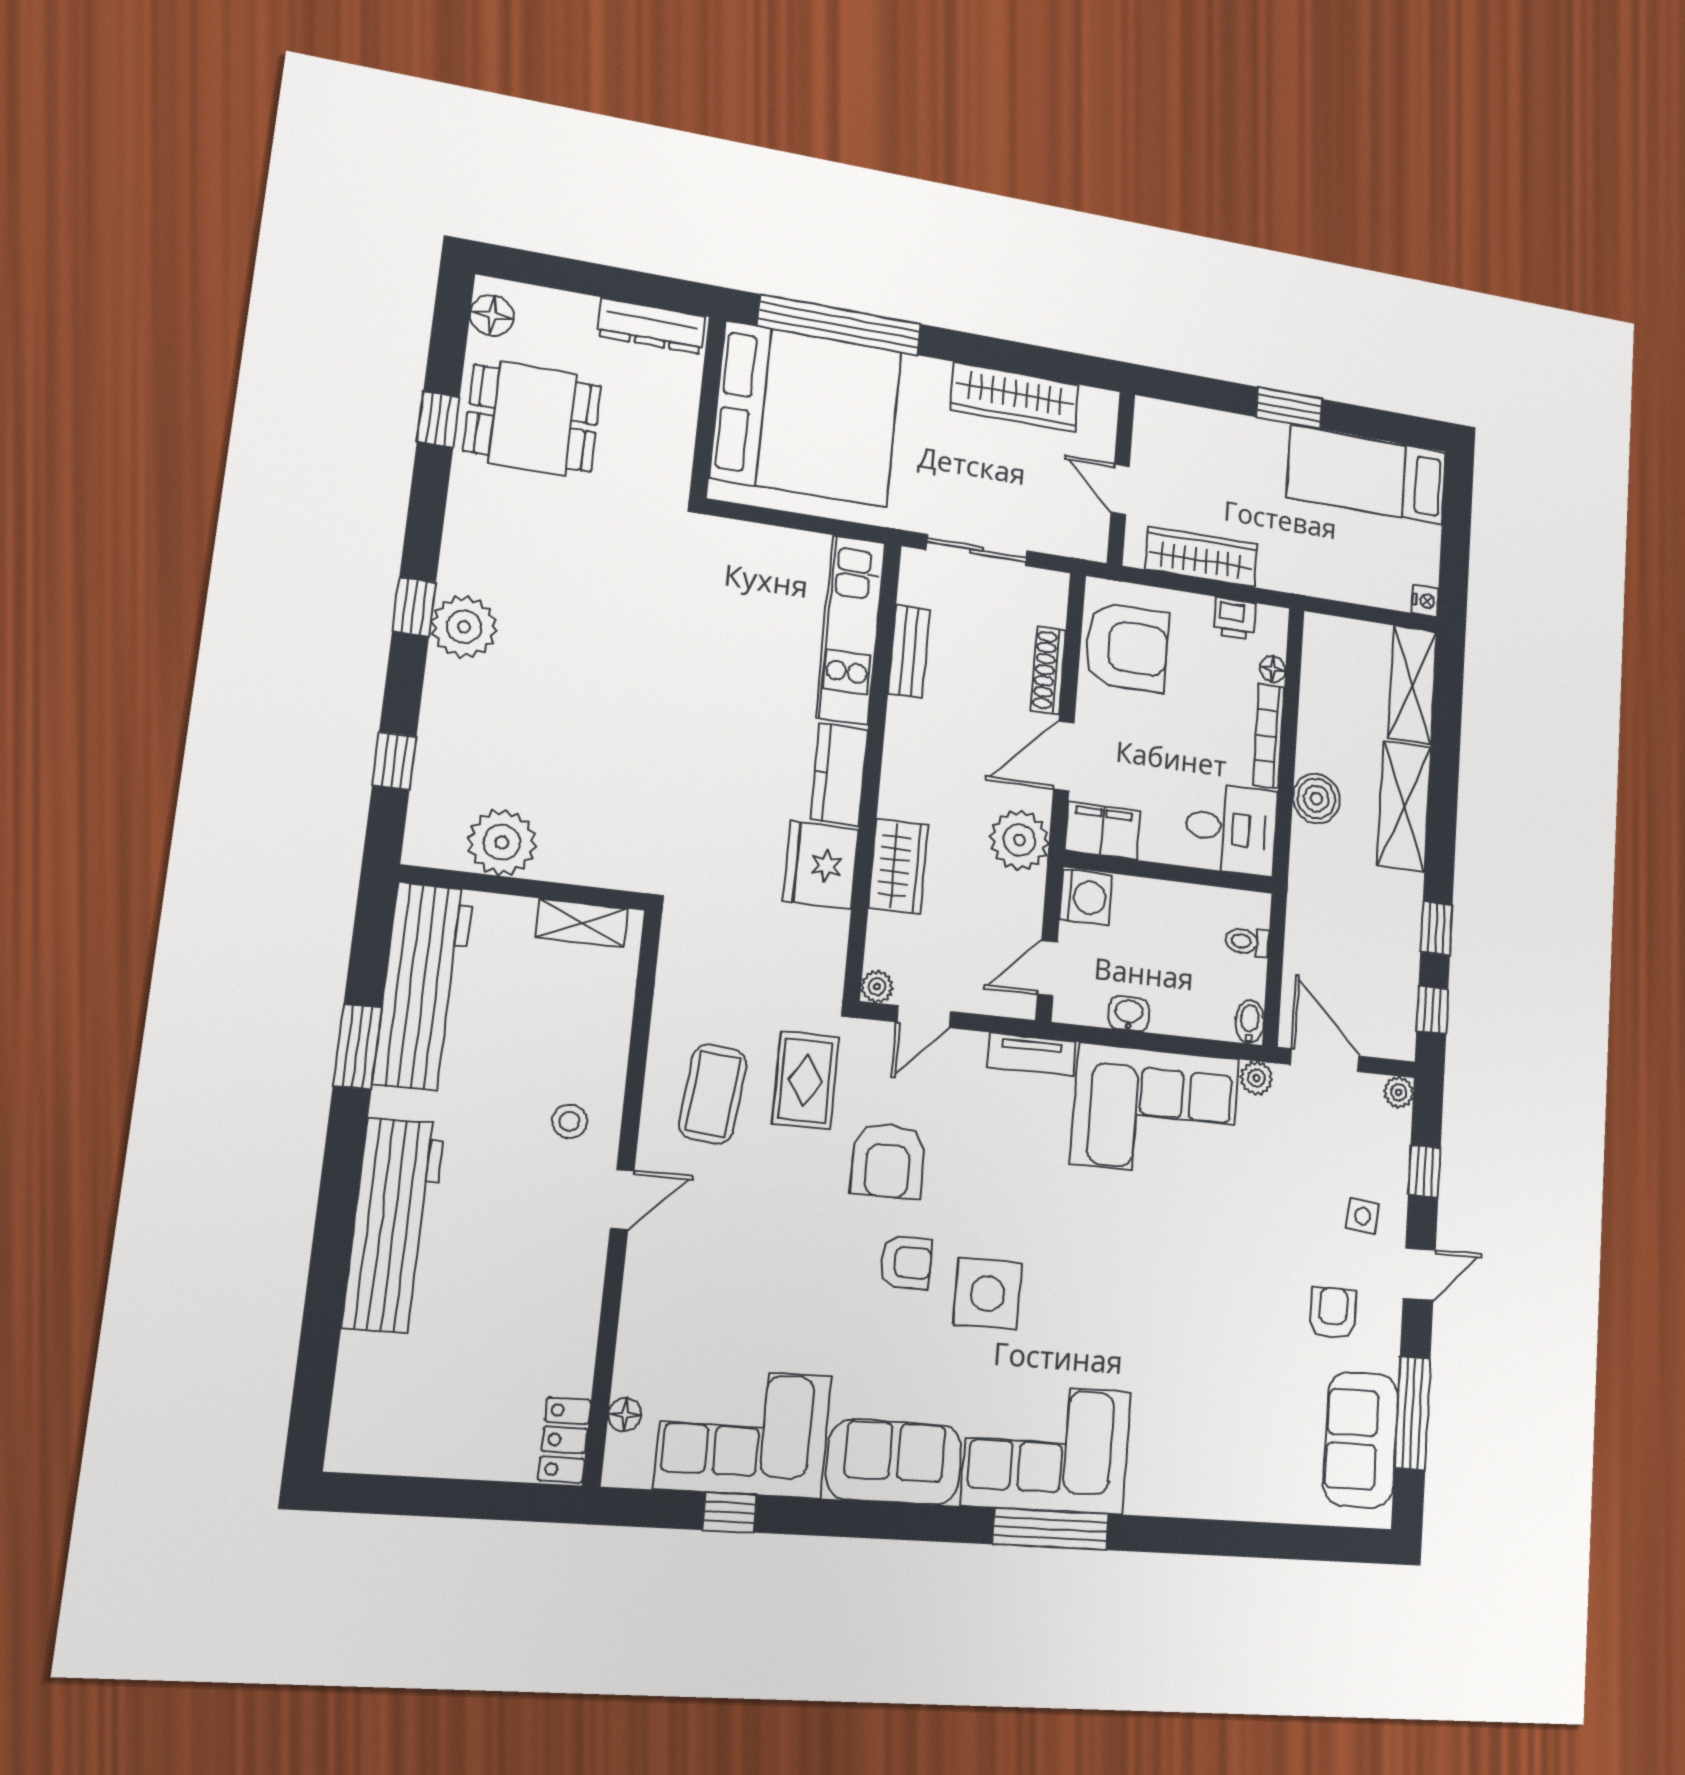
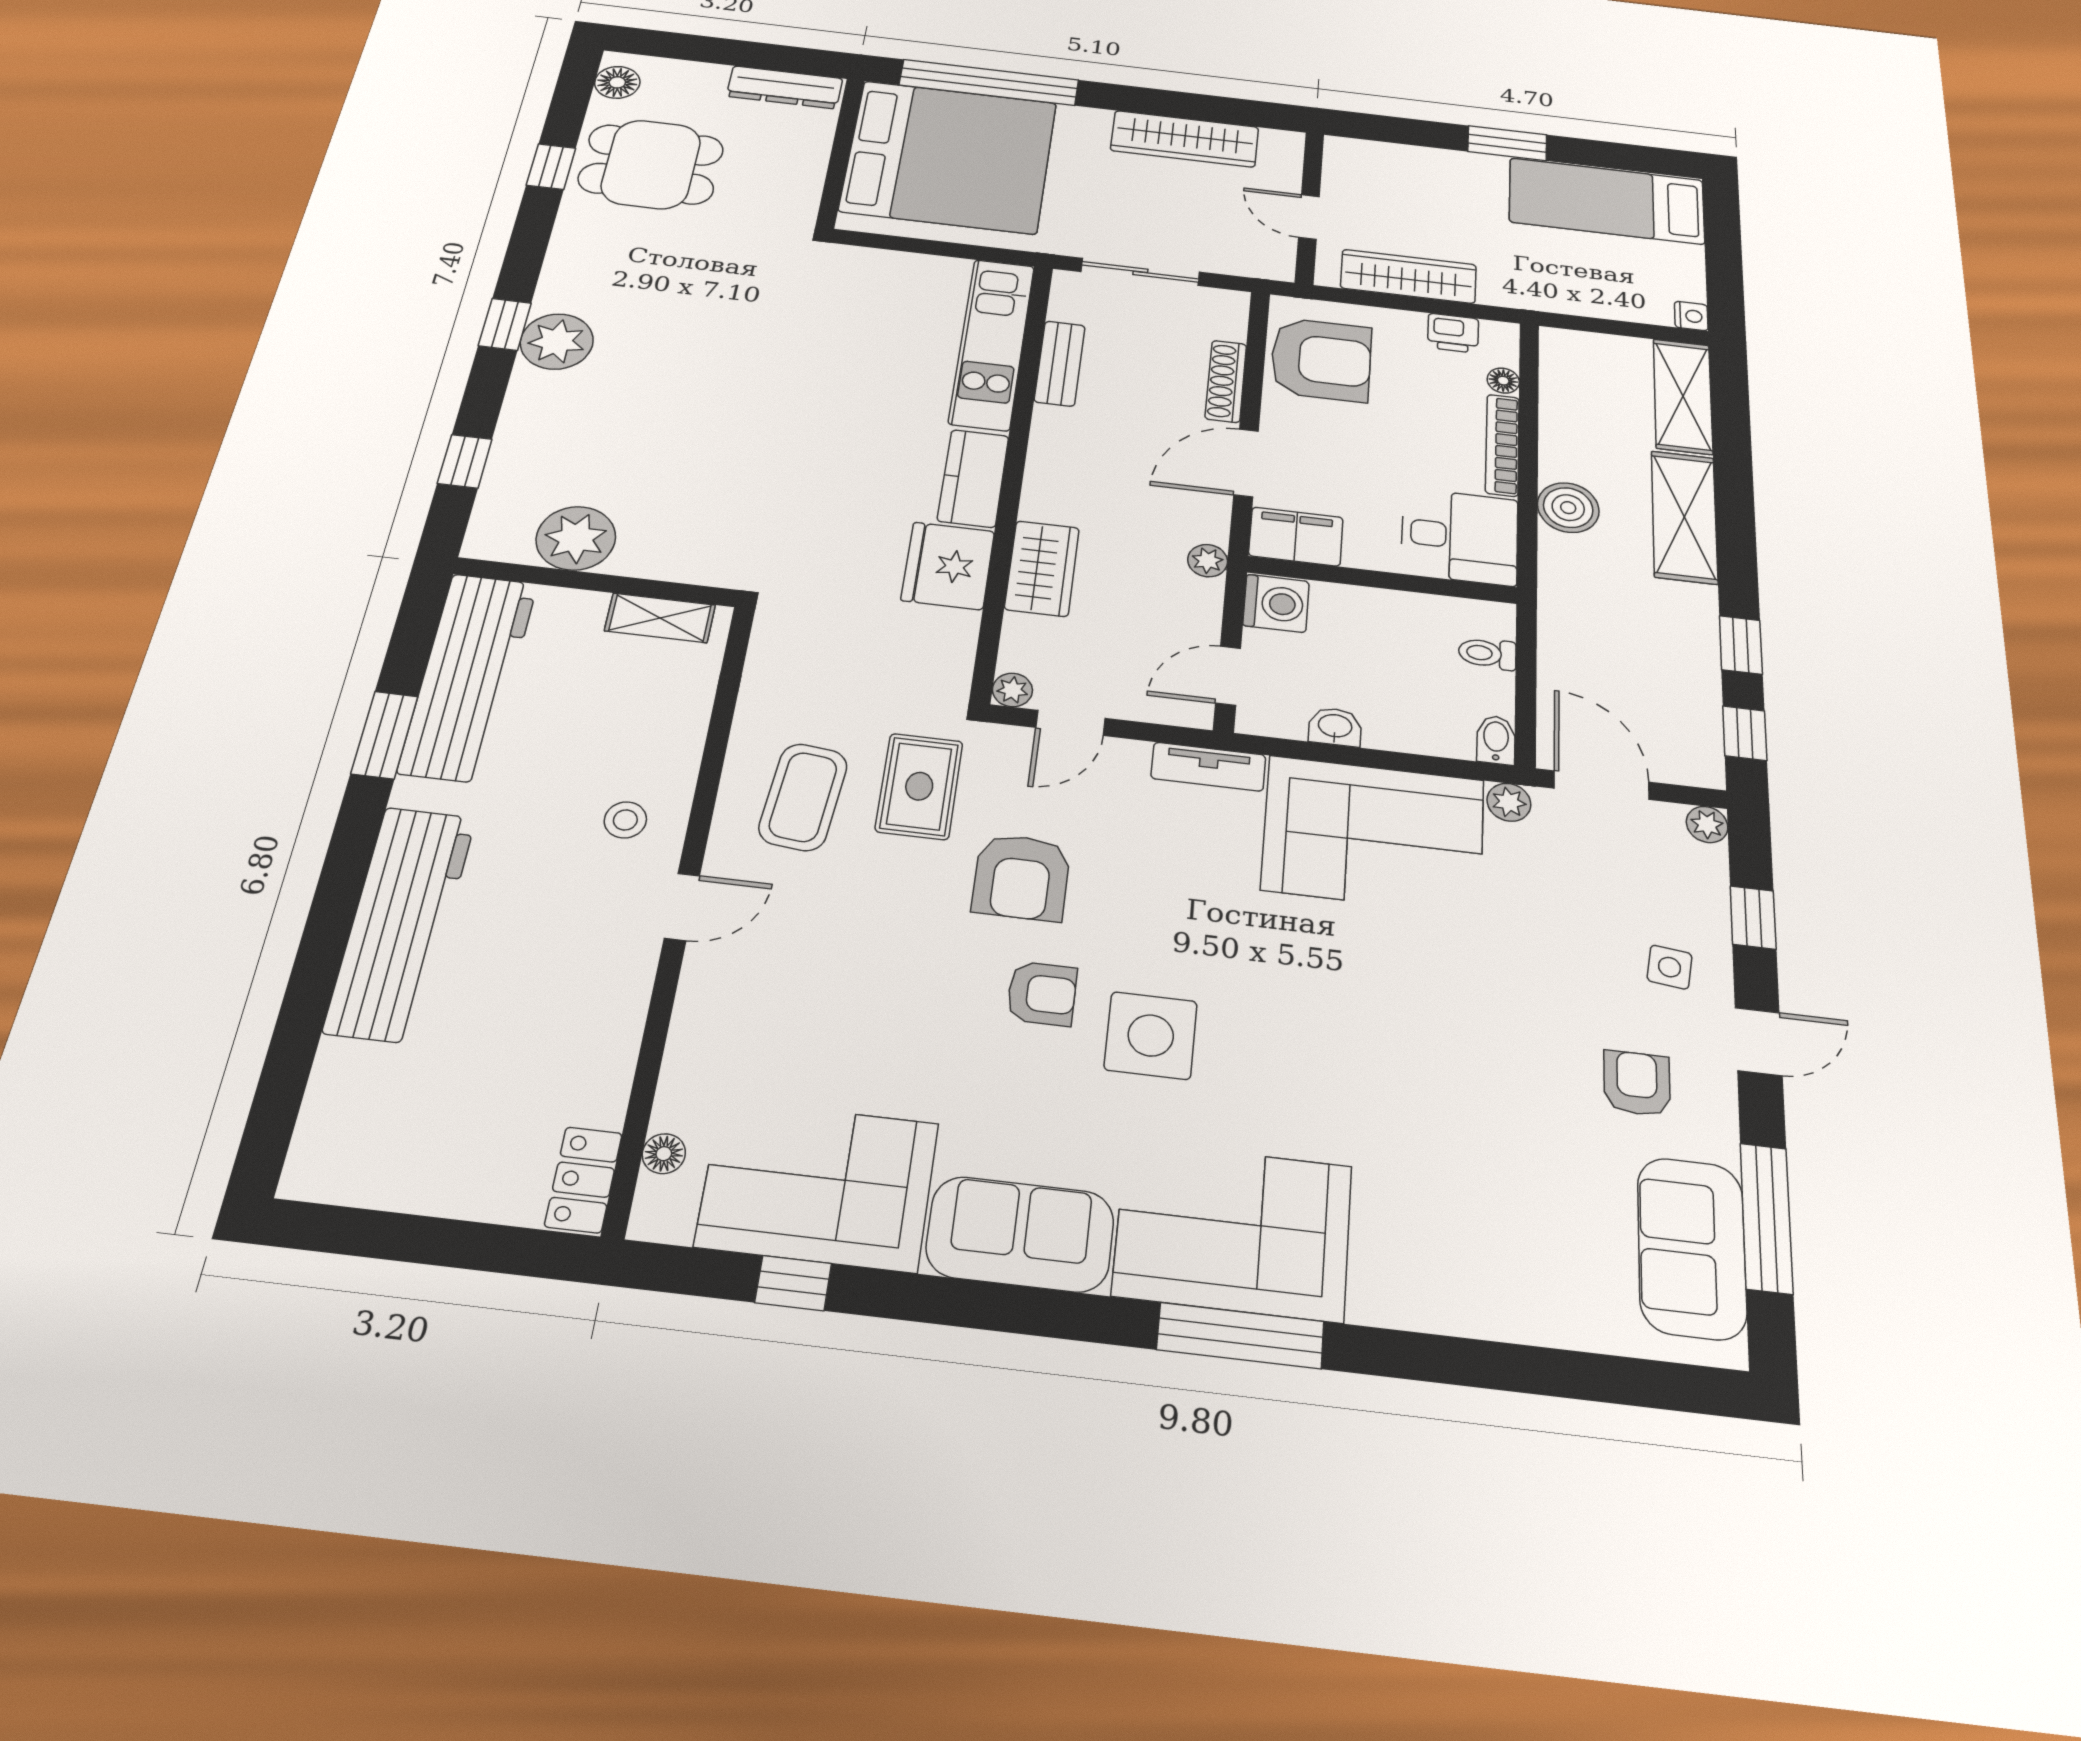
plant: (1019, 840) -> (1208, 561), width x0.53, depth x0.53

